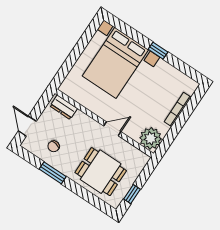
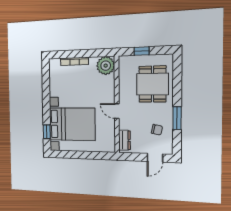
window: (158, 51) -> (47, 132), moved
door: (112, 129) -> (117, 111), moved
window: (132, 194) -> (142, 51), moved

